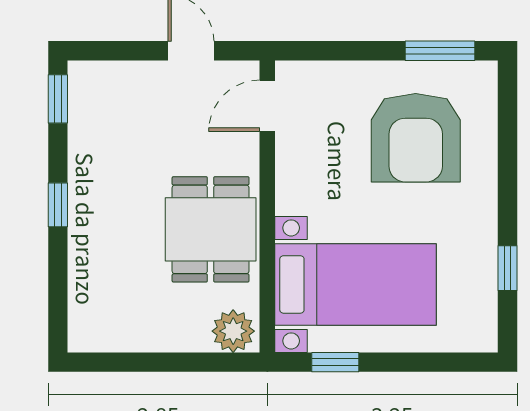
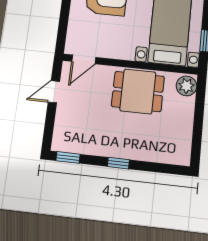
door: (267, 106) -> (84, 59), hinge flipped

